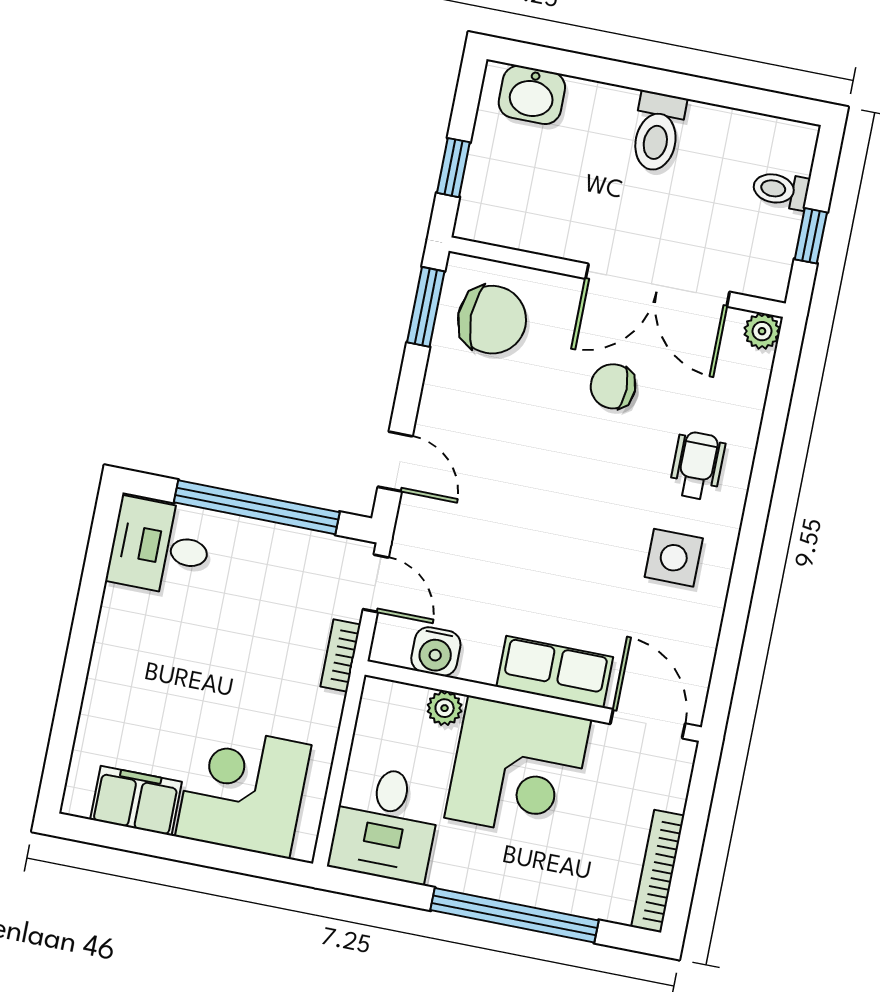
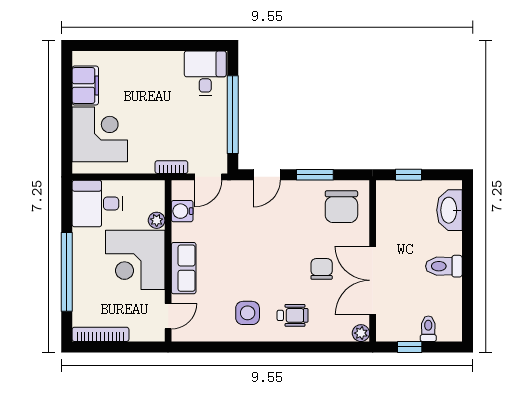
washbasin: (532, 95) -> (449, 210), width x1.38
window: (426, 307) -> (315, 175), moved
door: (648, 724) -> (168, 316), width x0.73

